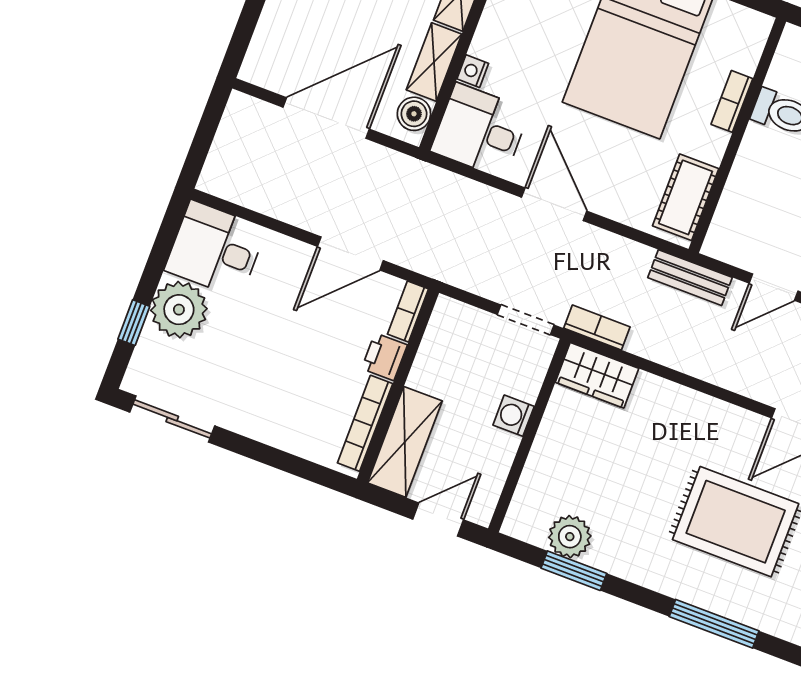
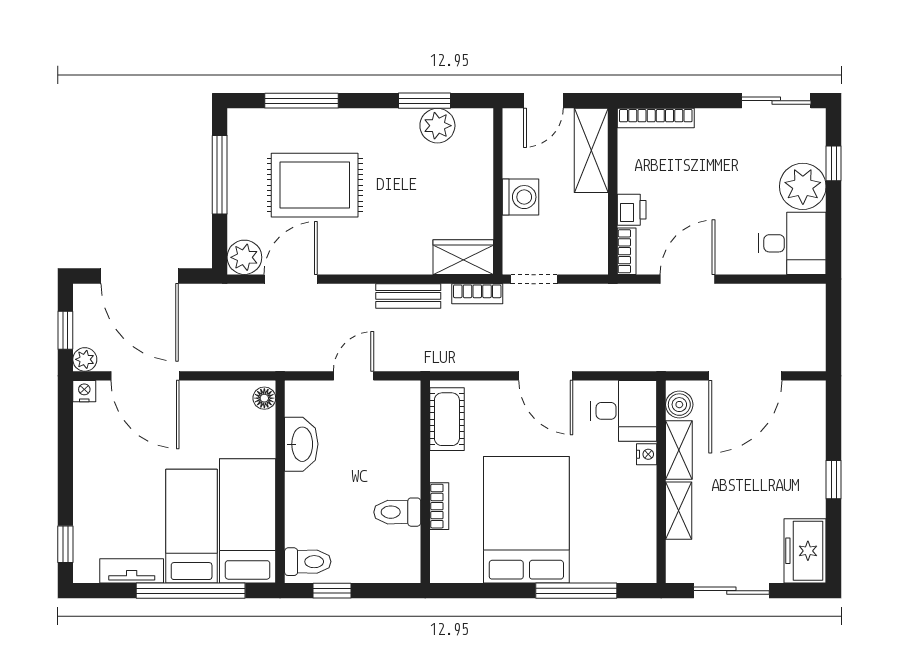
bench: (690, 278) -> (408, 296), moved
washing machine: (514, 416) -> (521, 197), width x1.38, depth x1.38
bookcase: (365, 423) -> (656, 118), moved, turned 90

